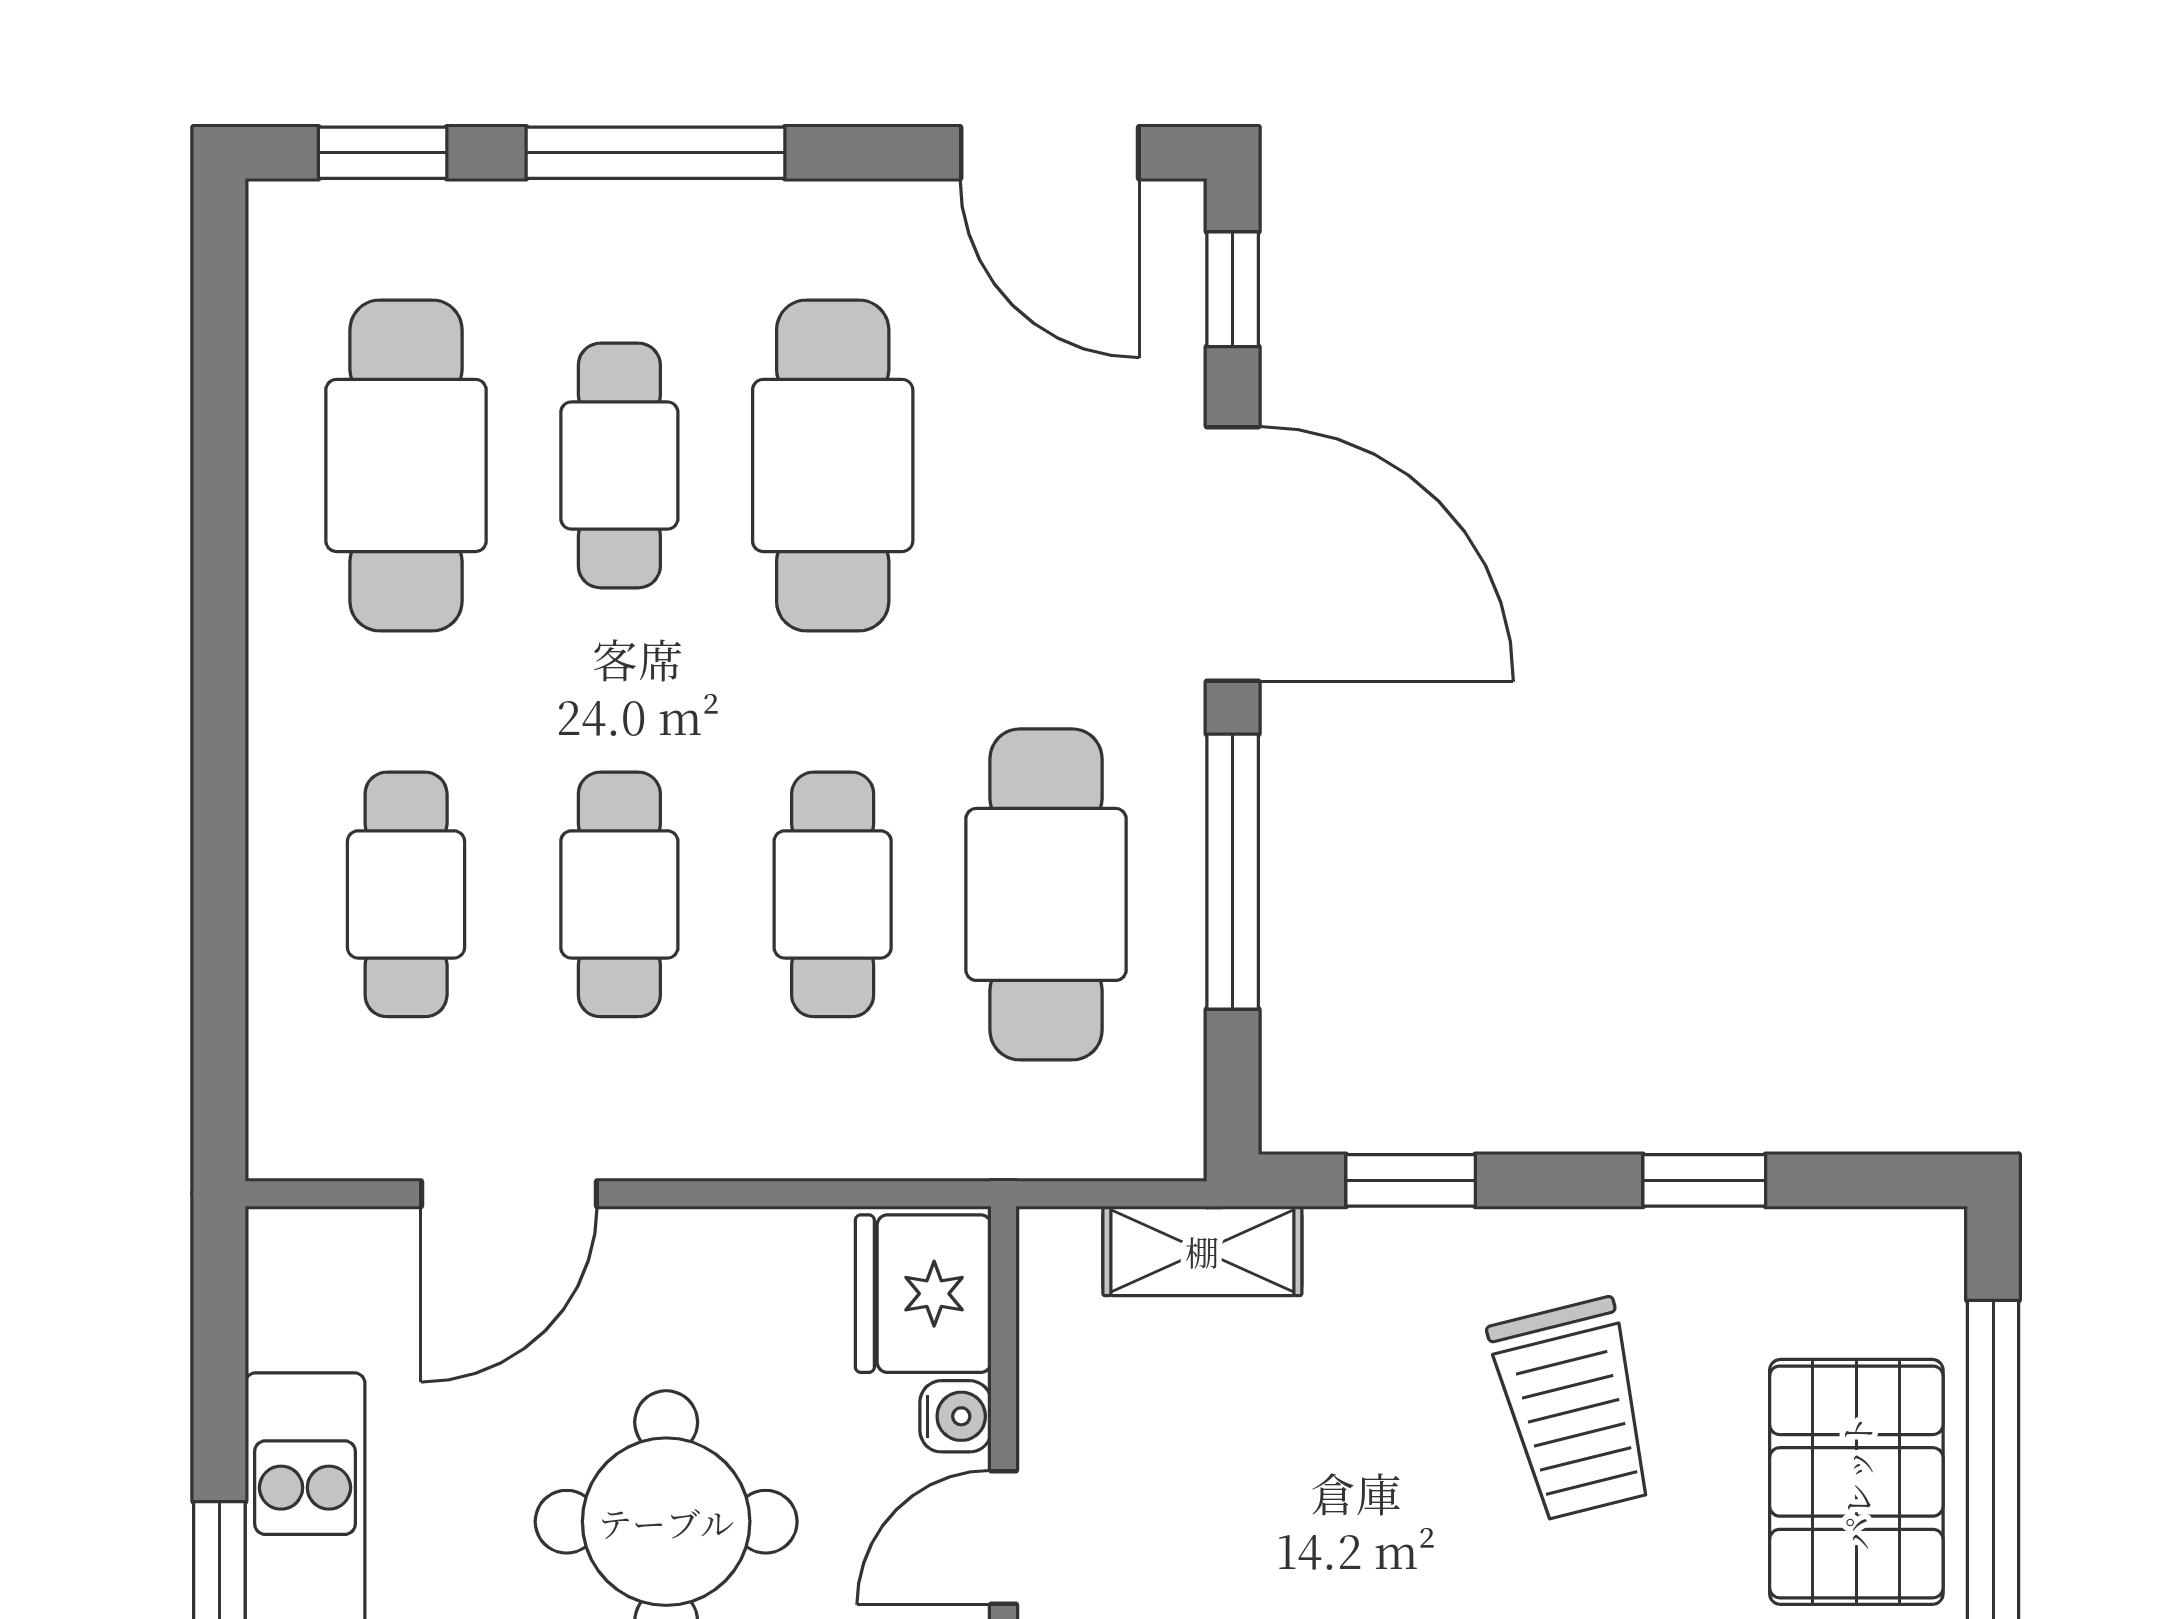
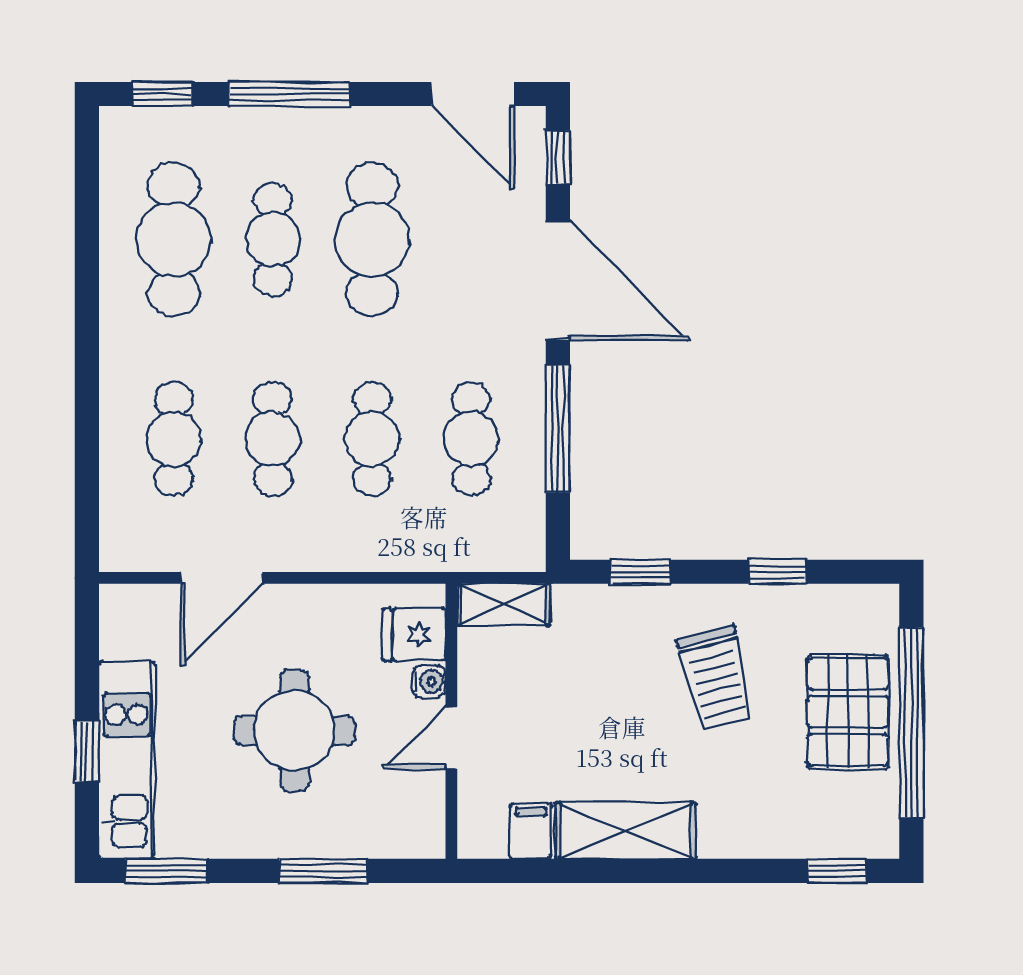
cafe table: (1046, 894) -> (471, 439), width x0.73, depth x0.74
shelving: (1202, 1251) -> (503, 605), moved
fridge: (923, 1294) -> (414, 635), width x0.72

